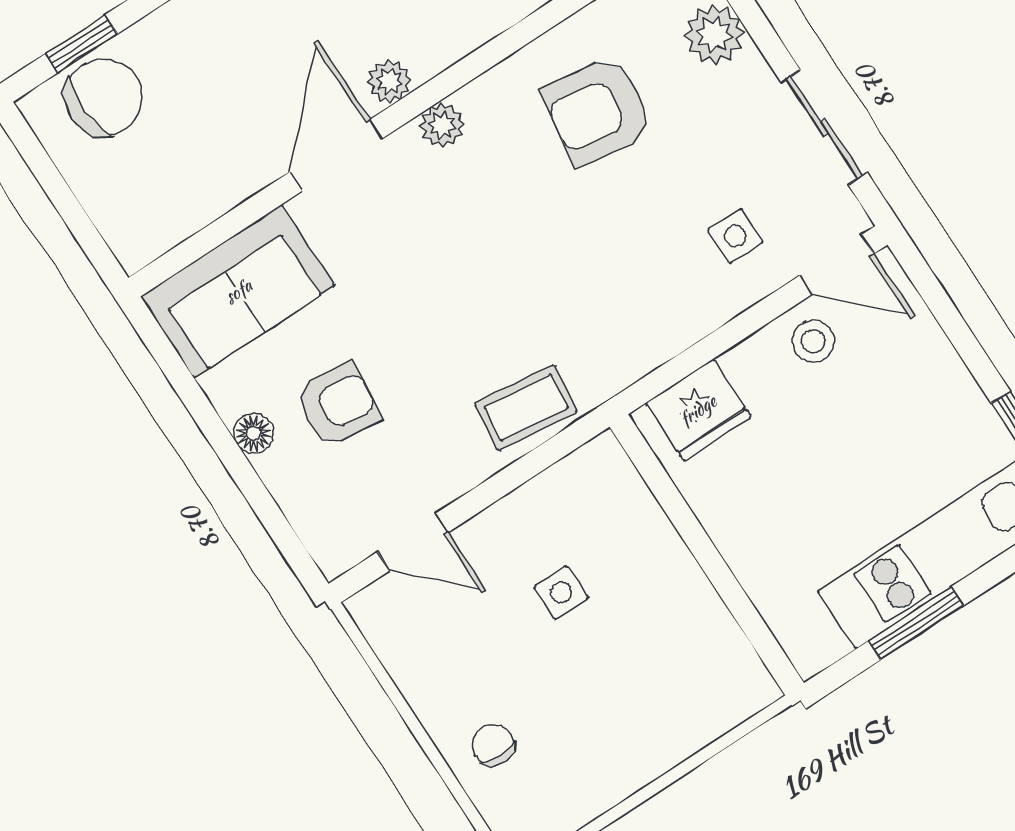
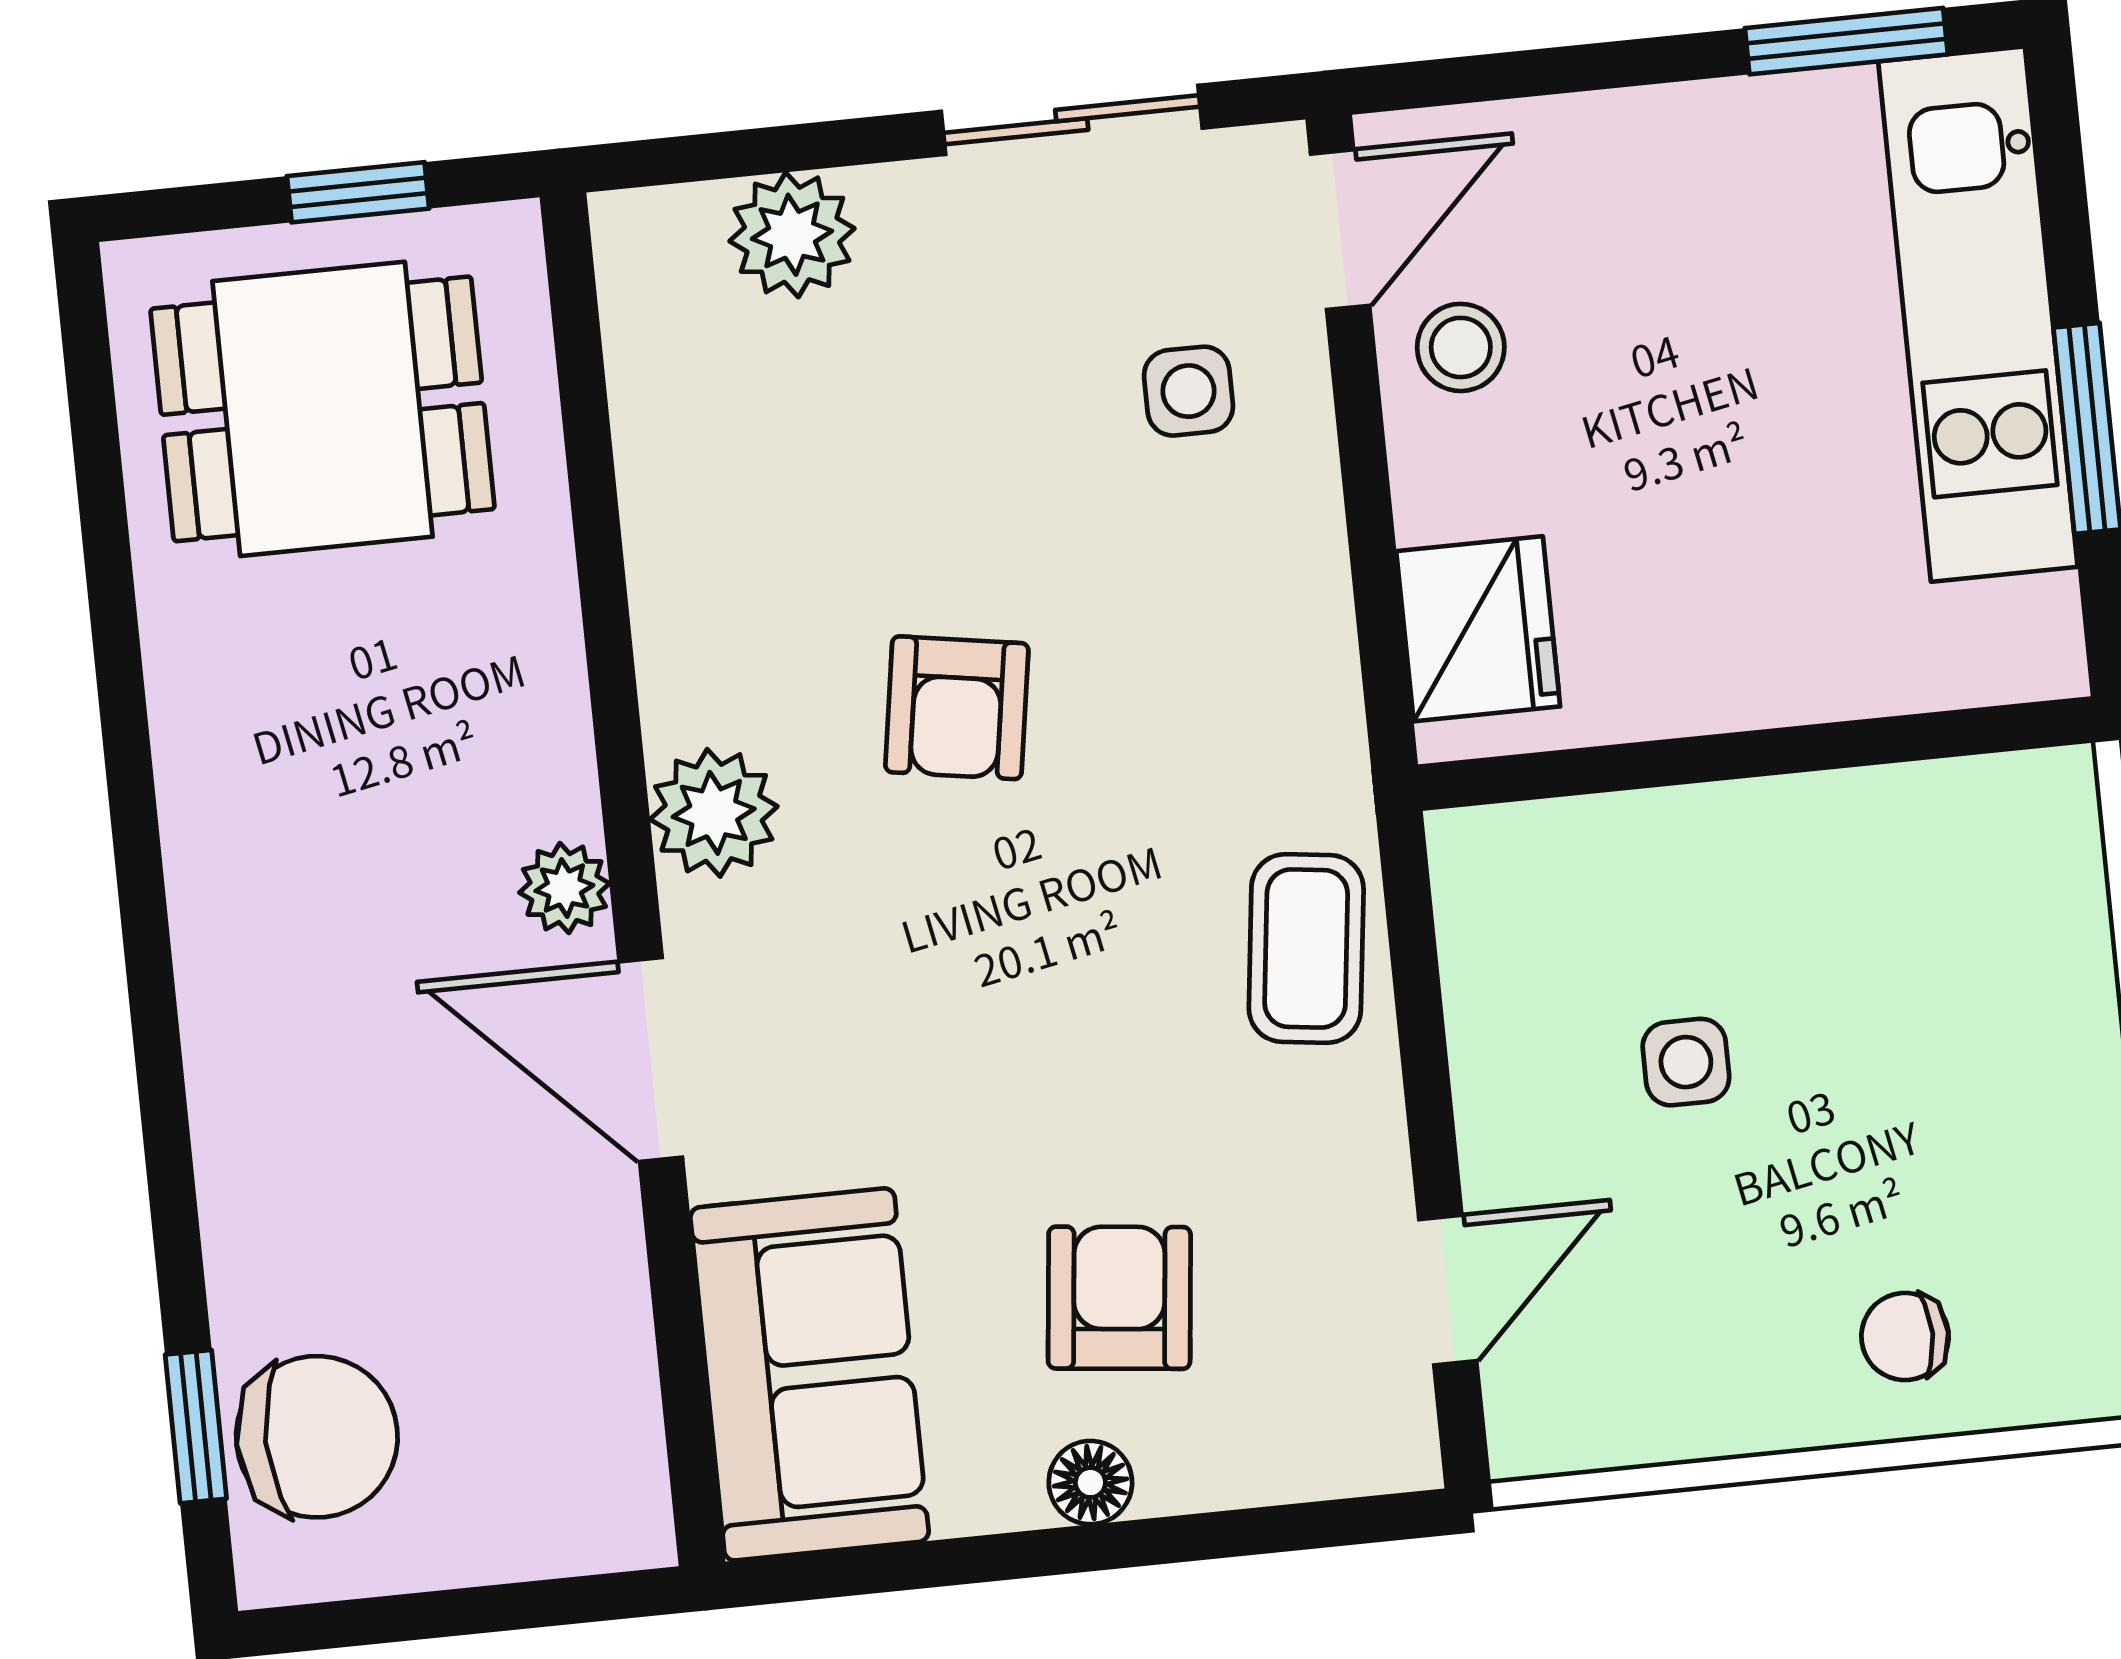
chair: (104, 97) -> (317, 1437), turned 92
armchair: (598, 111) -> (957, 708), moved, width x0.72, depth x0.72
plant: (442, 125) -> (714, 813), width x1.38, depth x1.38

